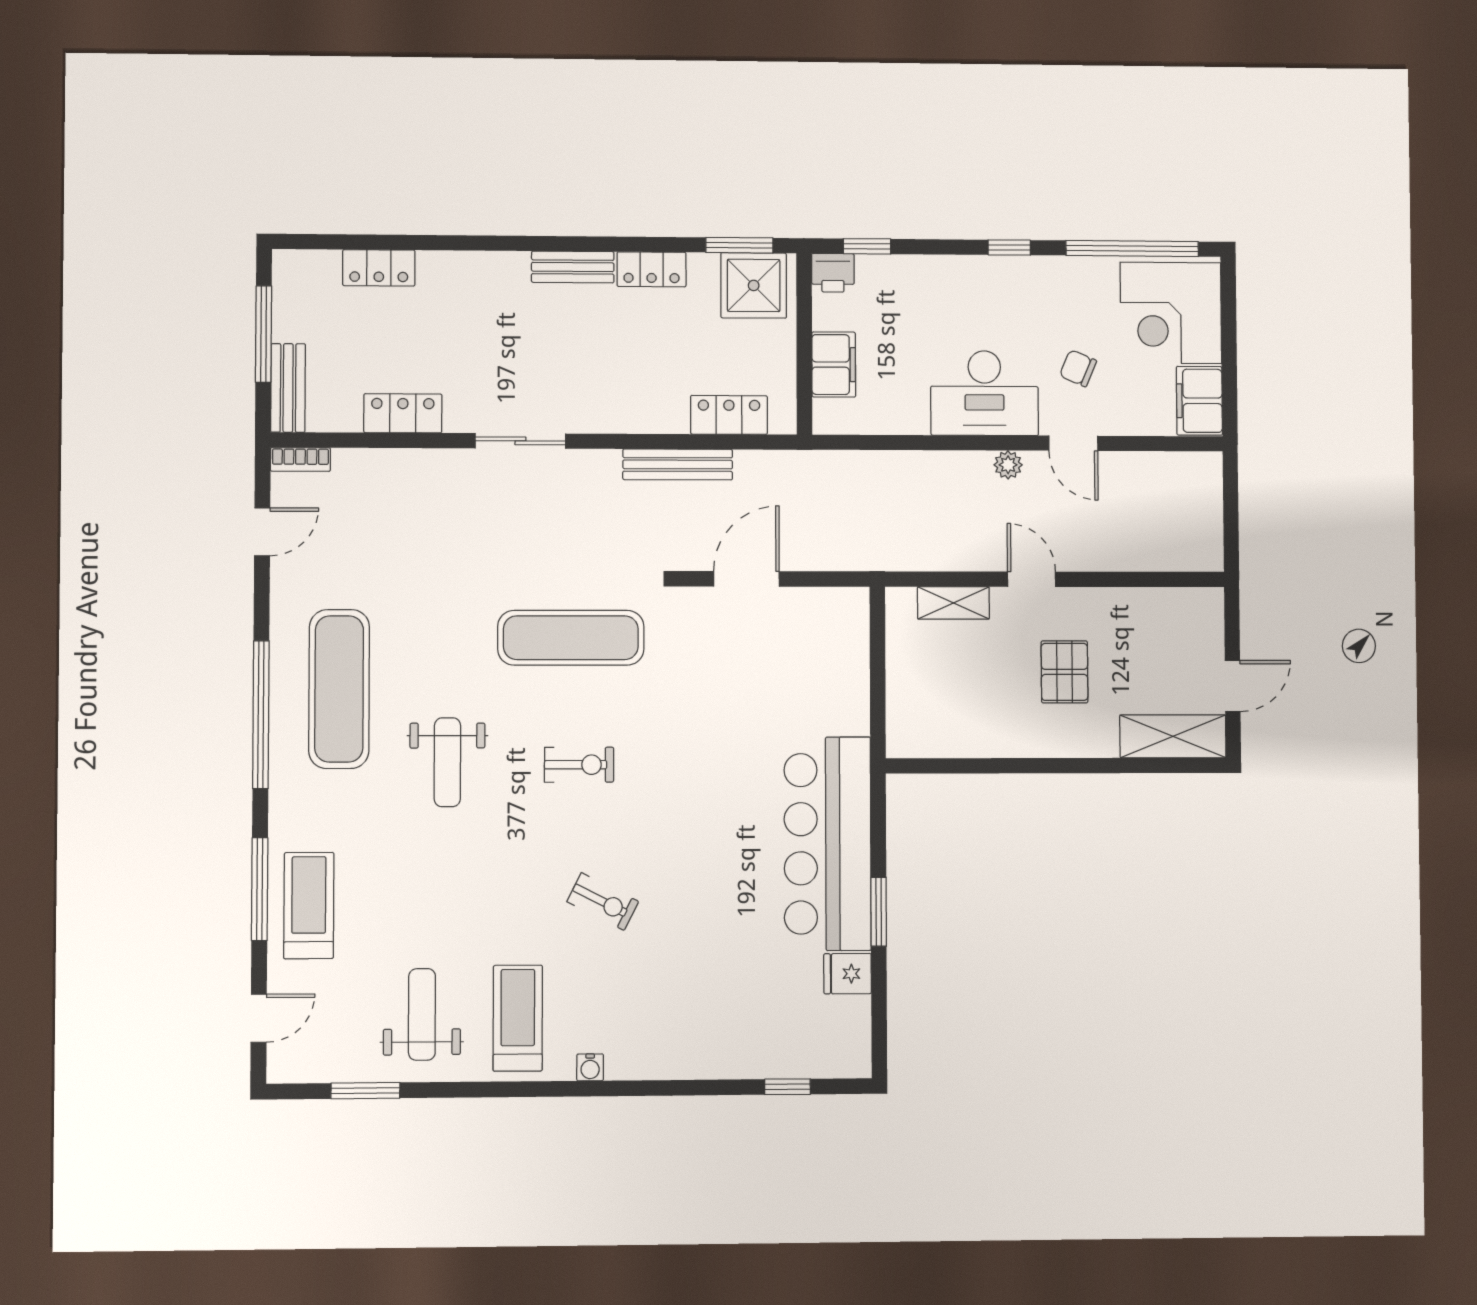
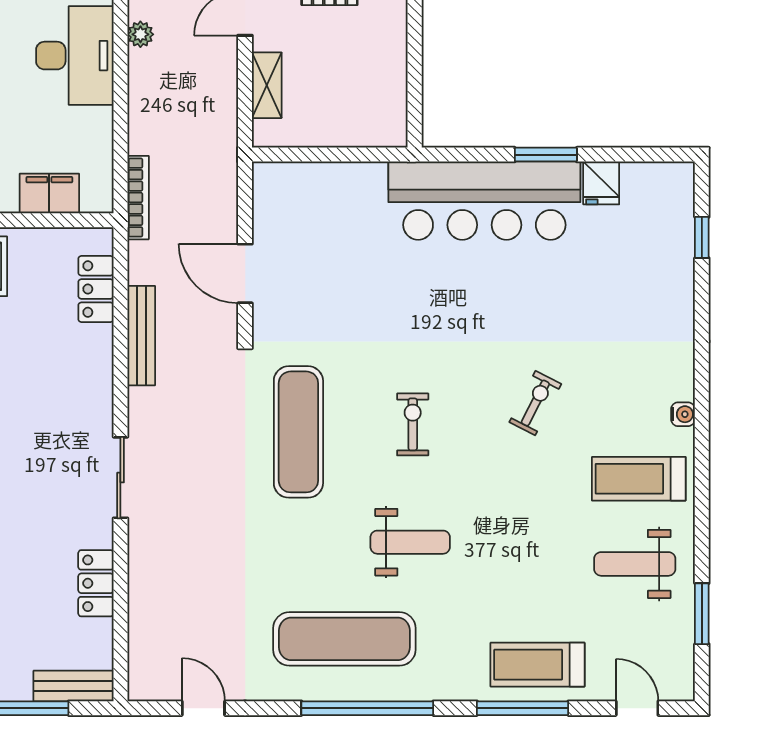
bookcase: (300, 459) -> (138, 198), moved, width x1.56

